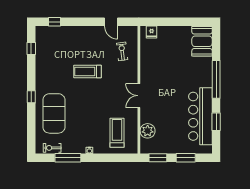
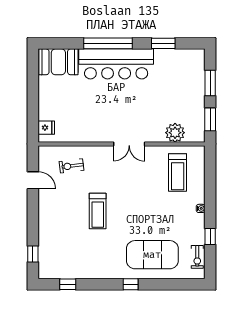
door: (111, 22) -> (33, 180), hinge flipped
bar counter: (200, 116) -> (116, 64), moved
treadmill: (117, 133) -> (178, 173), turned -90
window: (68, 158) -> (210, 237), width x0.46

